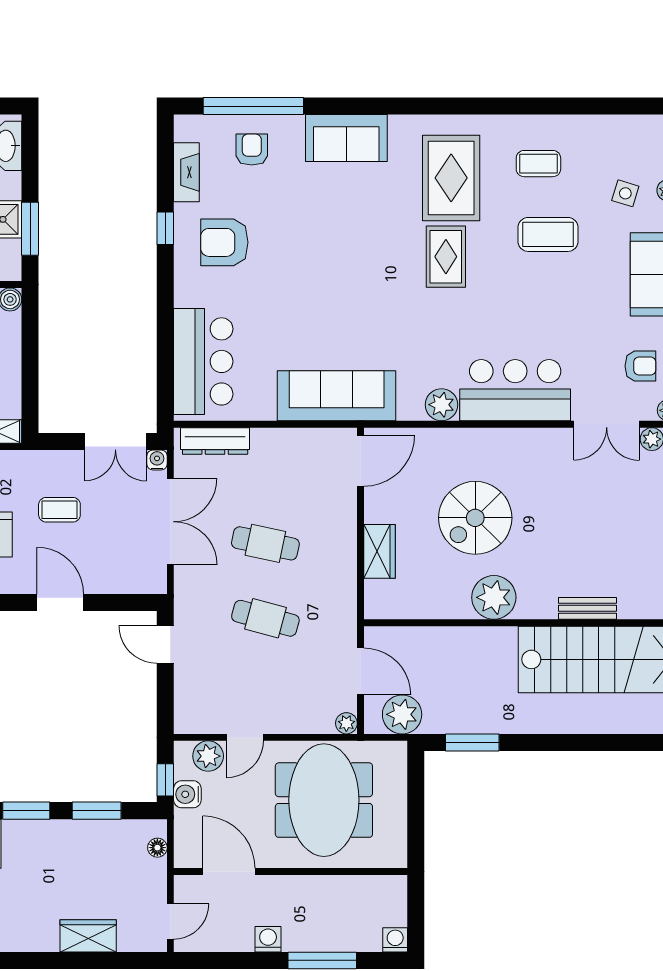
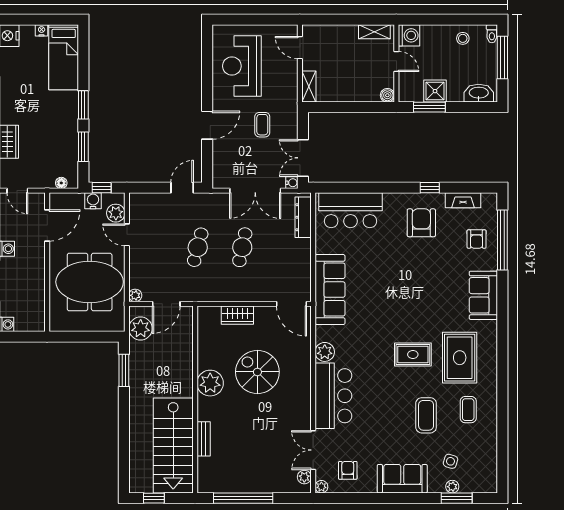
armchair: (252, 150) -> (477, 239), turned 90
rug: (451, 178) -> (460, 358), turned 90
armchair: (640, 366) -> (348, 470), turned 180

